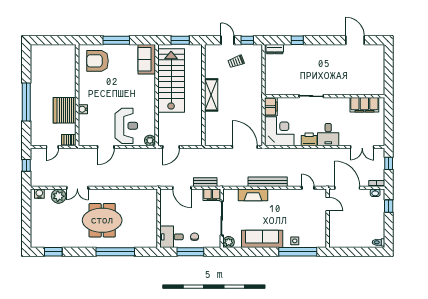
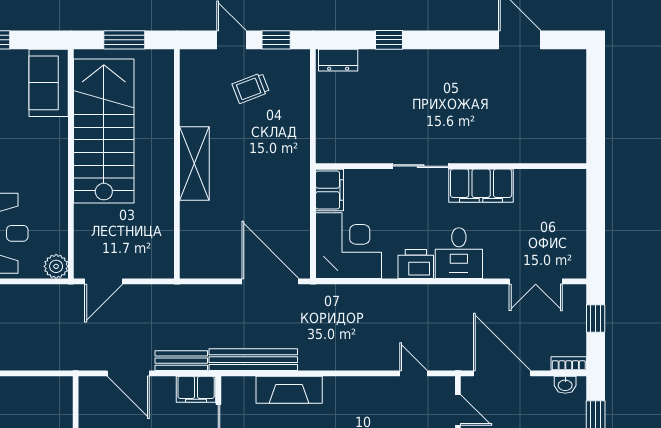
filing cabinet: (364, 105) -> (481, 186), moved
bench: (268, 182) -> (253, 360), moved

